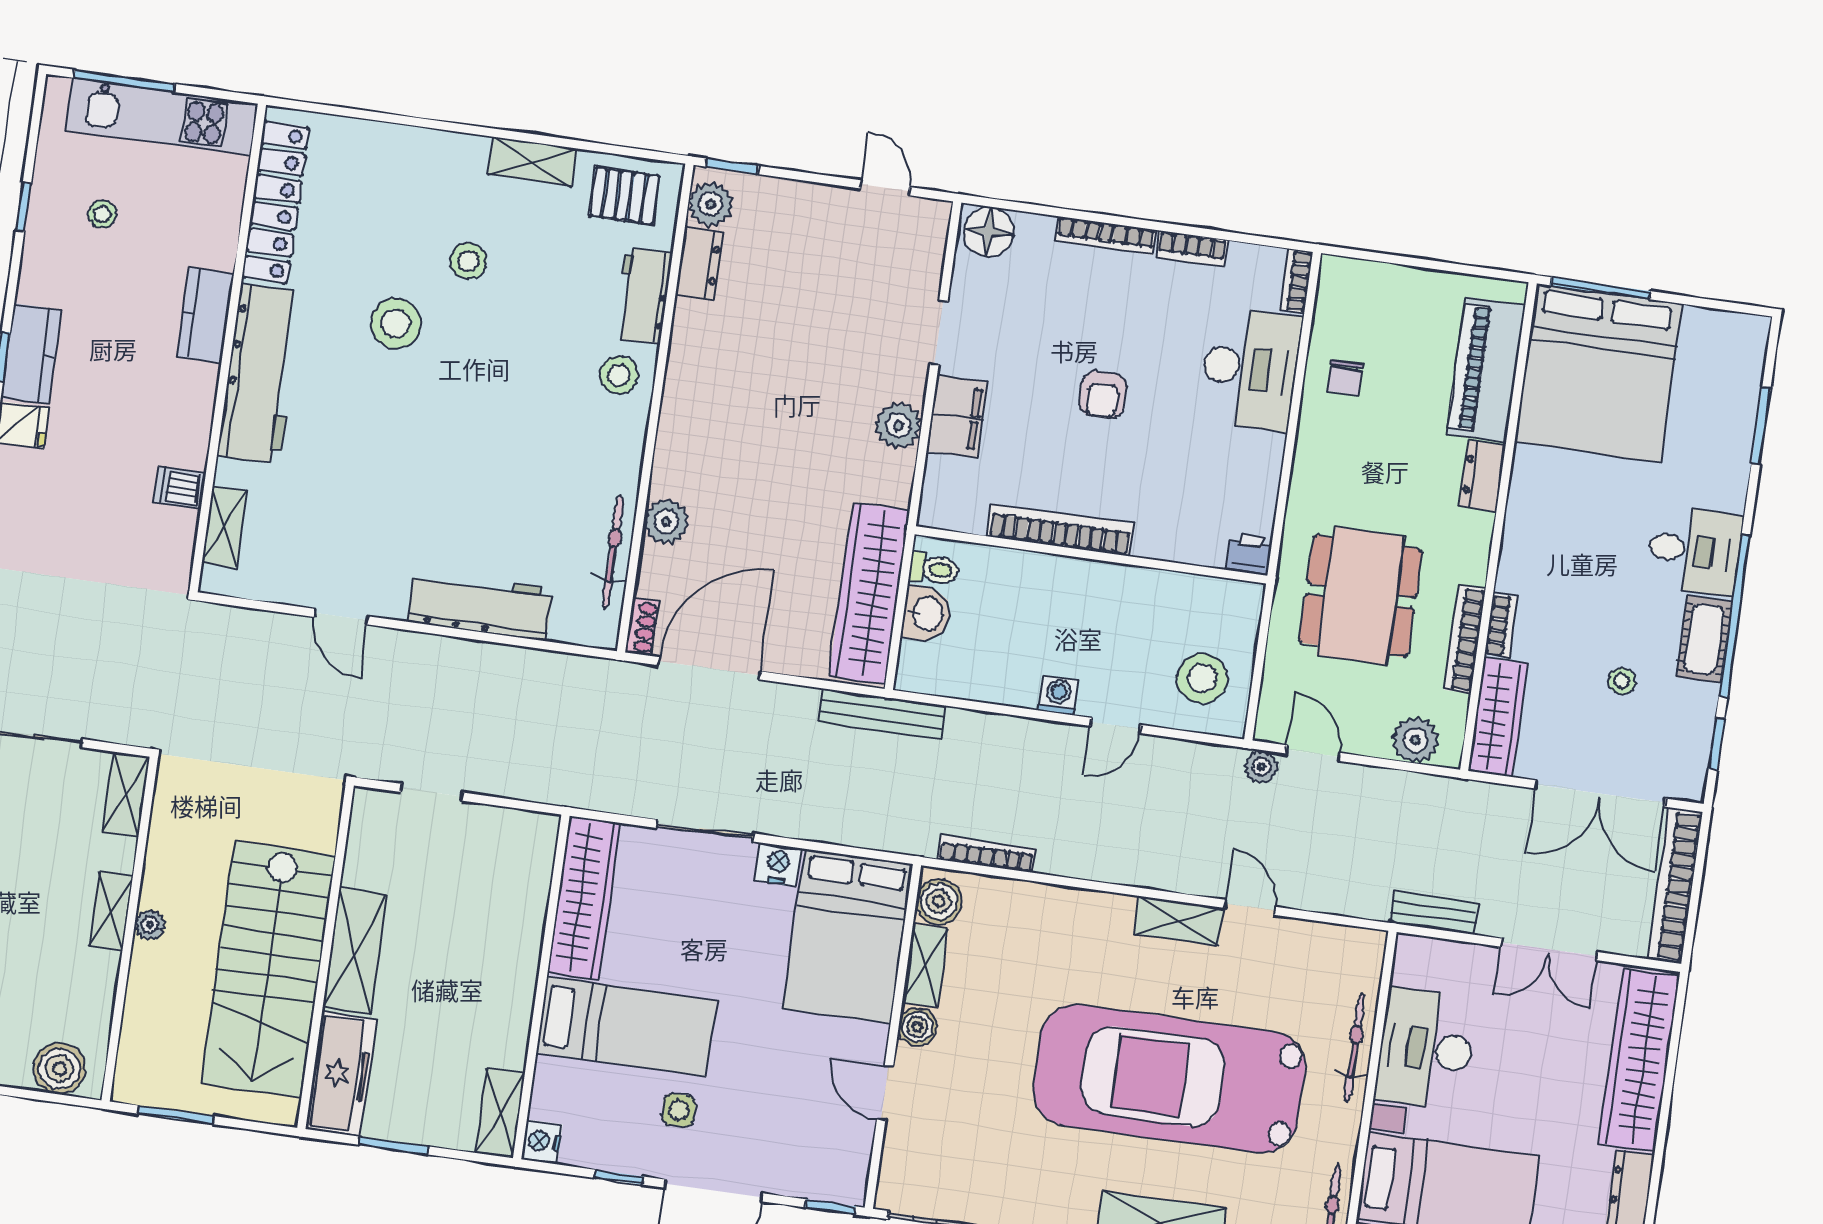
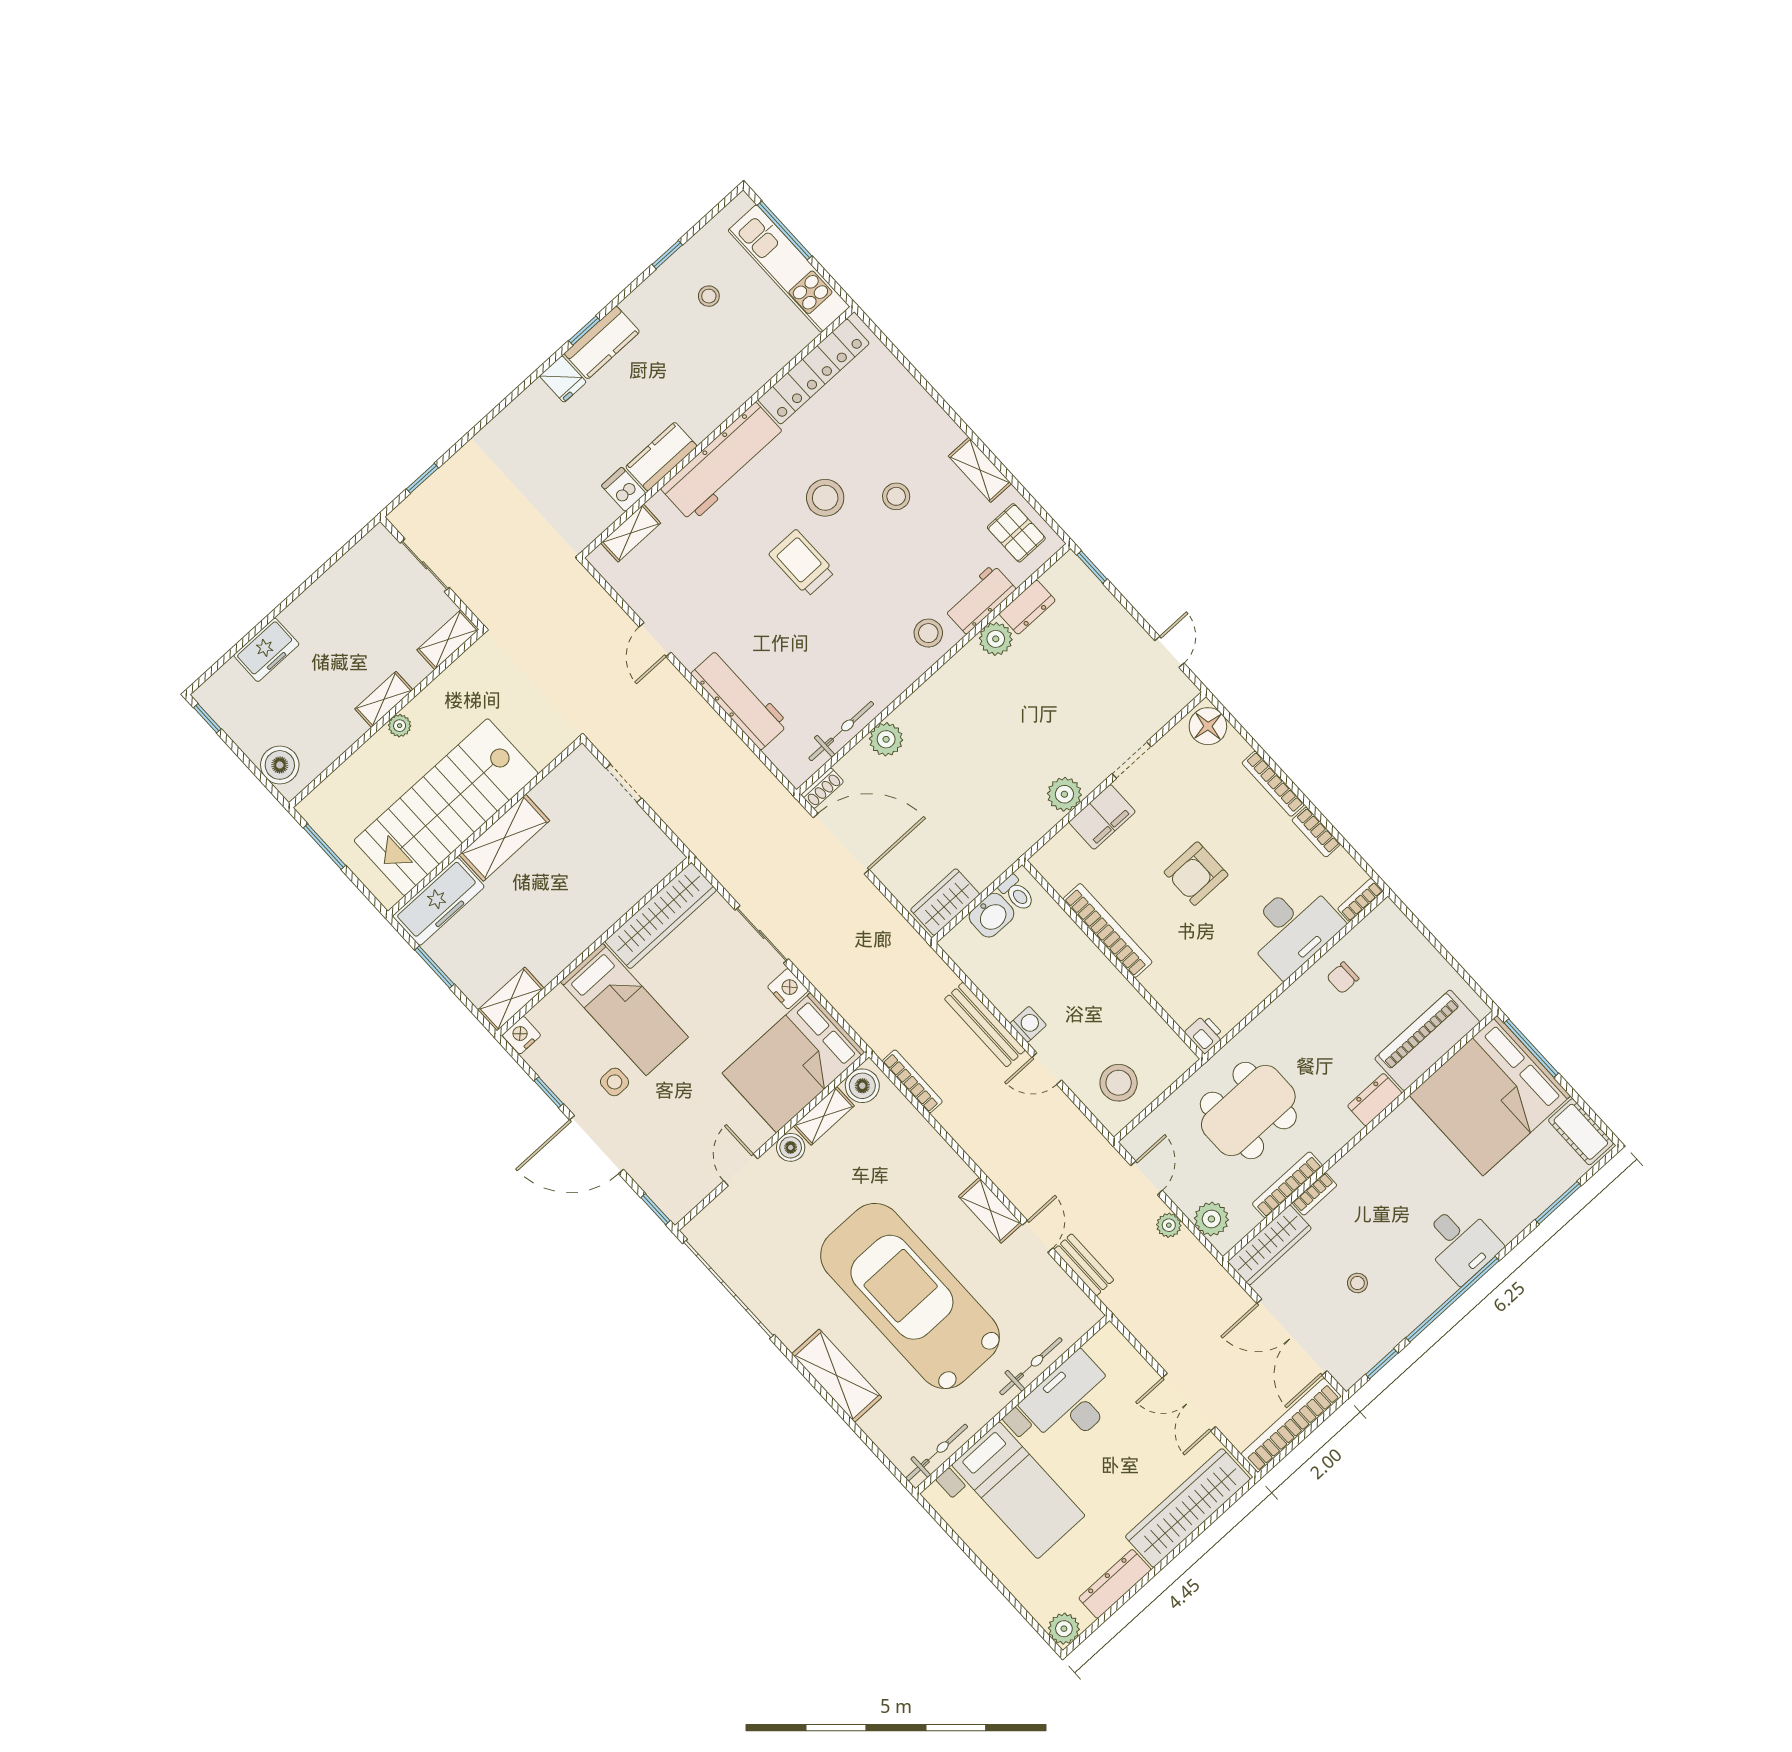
plant: (711, 204) -> (996, 639), moved
kitchen counter: (205, 315) -> (661, 457), moved
armchair: (1103, 395) -> (1196, 874), width x1.38, depth x1.38
trolley: (428, 411) -> (802, 563), added
wardrobe: (869, 594) -> (945, 902), width x0.48, depth x0.85
cot: (1704, 639) -> (1581, 1132), moved, turned 90
bench: (882, 714) -> (985, 1025), moved
plant: (1261, 767) -> (1169, 1225), moved
bench: (1434, 913) -> (1084, 1265), moved

